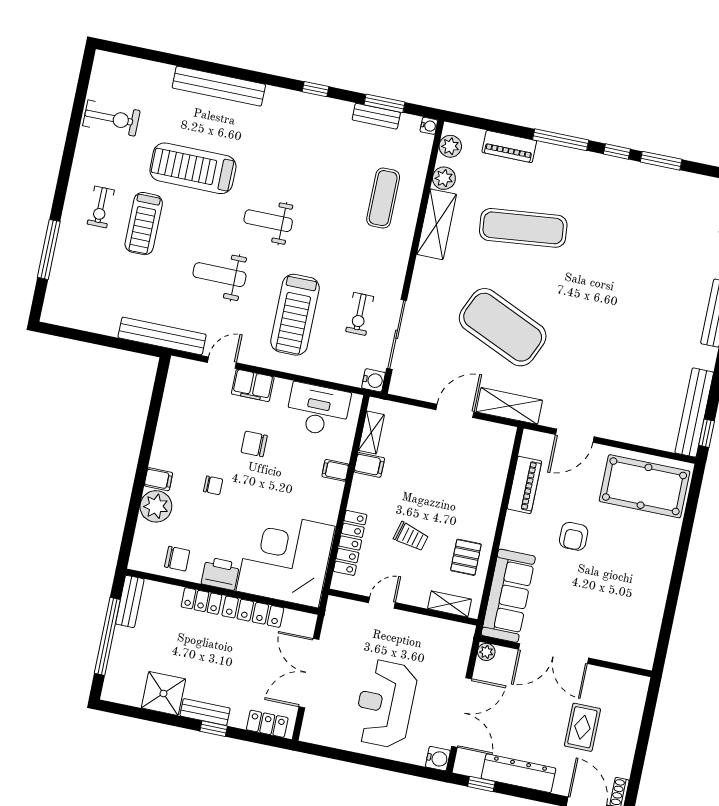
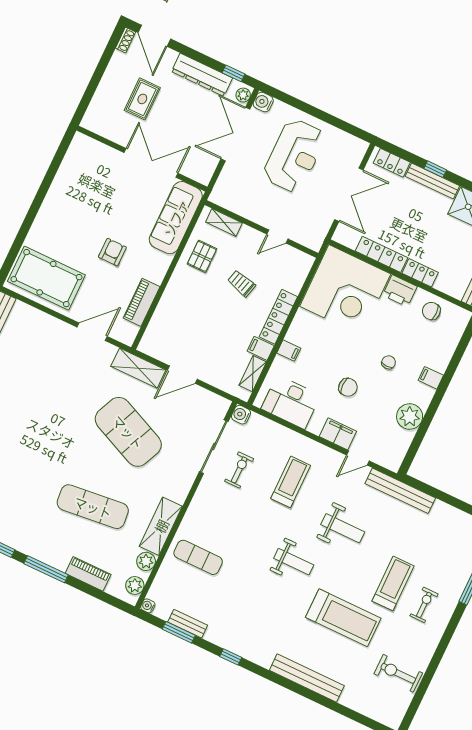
exercise mat: (383, 198) -> (198, 557), turned 90
treadmill: (295, 315) -> (291, 482), width x0.73, depth x0.73
chair: (213, 485) -> (389, 362), turned 90
plant: (156, 506) -> (410, 417), moved
locker: (350, 543) -> (278, 317), moved
plant: (486, 652) -> (243, 95), moved
bench: (205, 712) -> (432, 181), width x1.36

